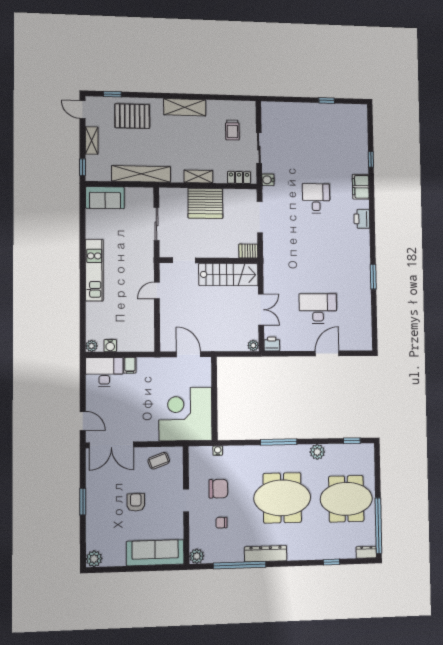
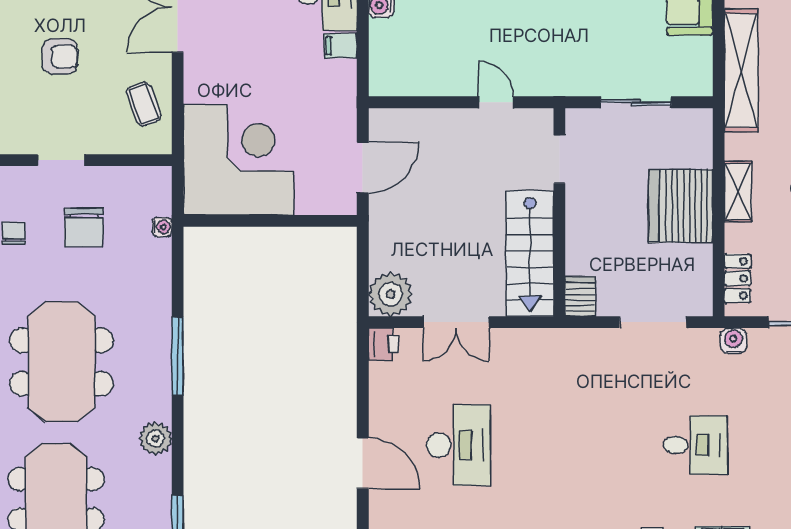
plant: (253, 345) -> (391, 294), width x1.87, depth x1.87

